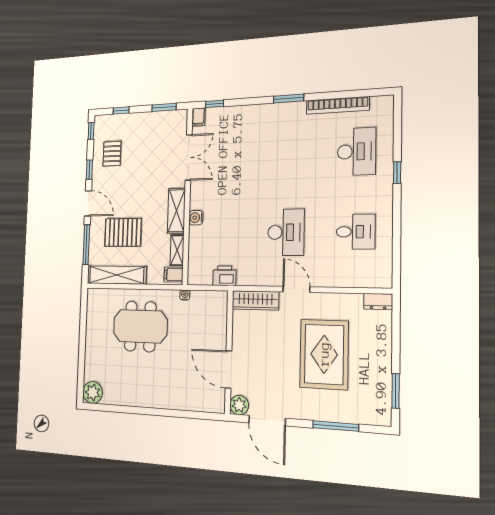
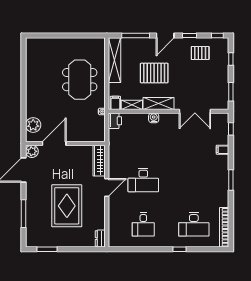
bookcase: (338, 105) -> (224, 227), moved
filing cabinet: (198, 117) -> (223, 150), moved
pallet: (123, 232) -> (154, 73), moved, turned 90
printer: (224, 276) -> (115, 121), moved
rug: (324, 354) -> (67, 206), turned 90
plant: (93, 392) -> (33, 125), moved

